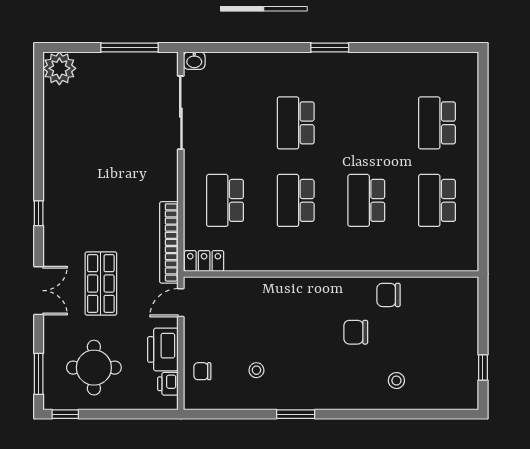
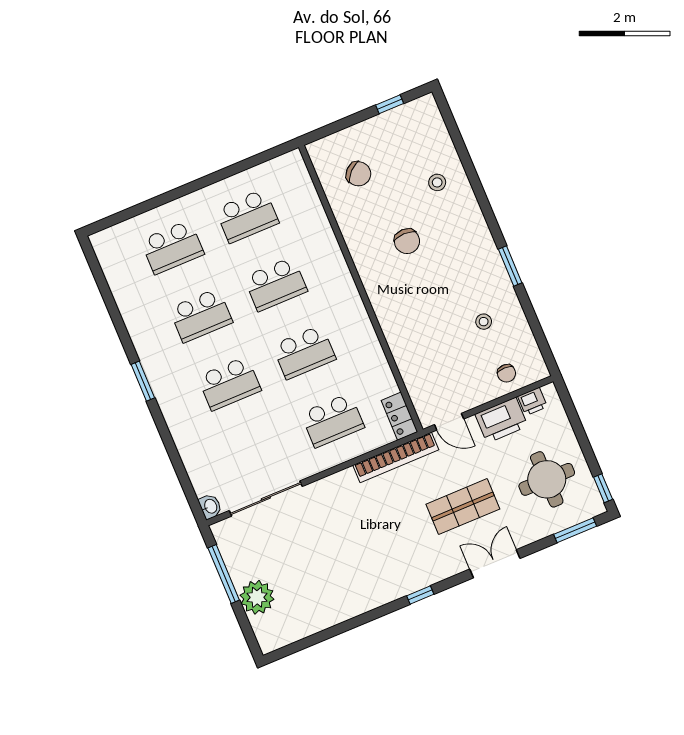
plant: (59, 68) -> (257, 597), moved
school desk: (366, 123) -> (201, 315), added
chair: (388, 295) -> (358, 174), moved, turned -44

